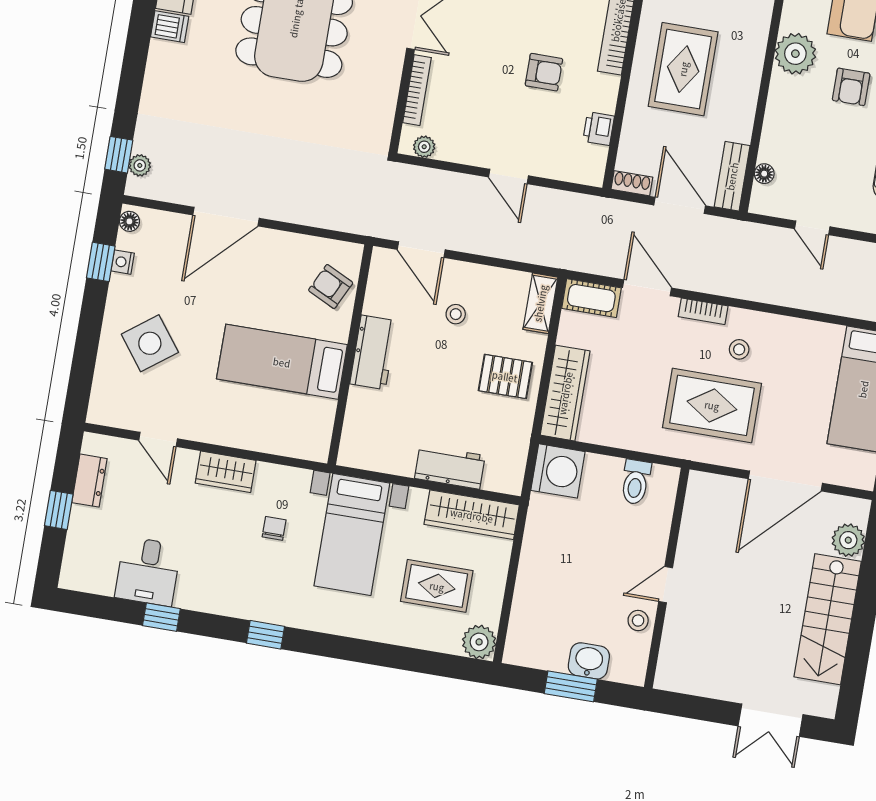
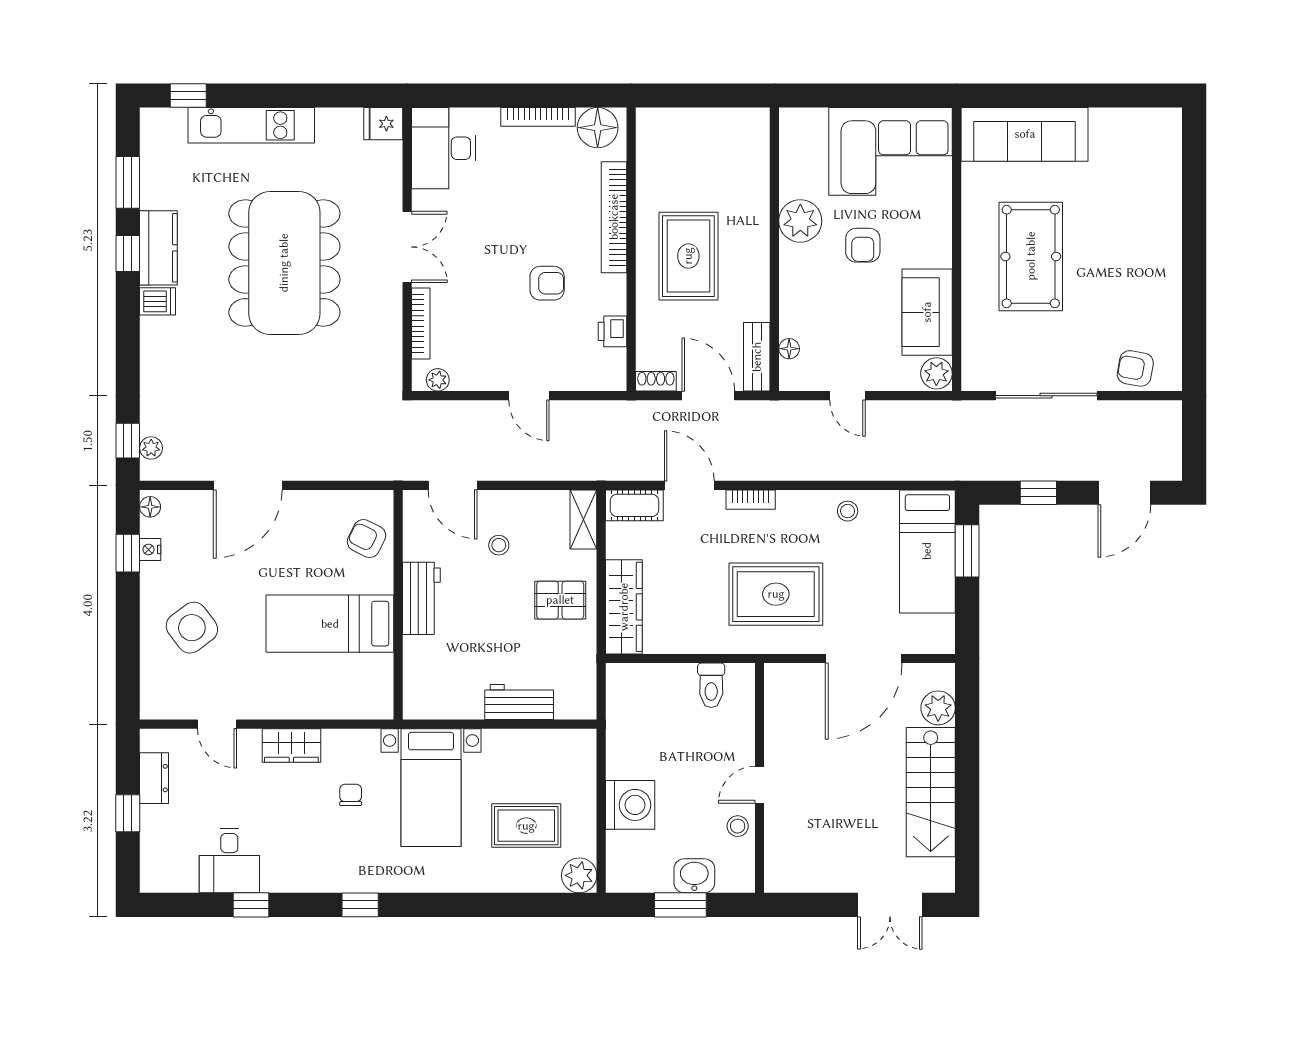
stool: (739, 349) -> (848, 511), moved
washing machine: (558, 471) -> (630, 805), moved
wardrobe: (472, 515) -> (550, 747), removed

